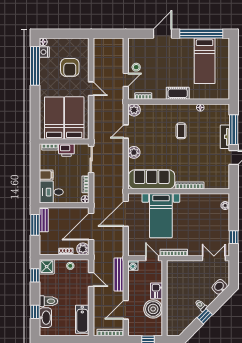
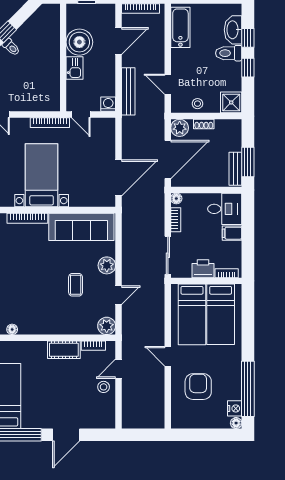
cot: (178, 93) -> (64, 350), moved
coffee table: (181, 131) -> (76, 285), moved
bed with nightstands: (161, 216) -> (42, 175), moved
window: (35, 275) -> (248, 68), moved

